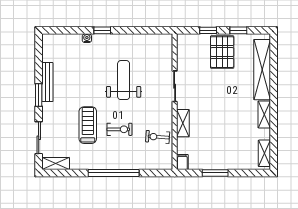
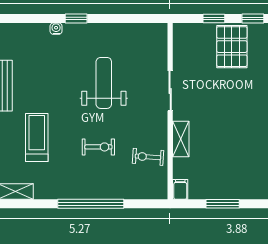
treadmill: (88, 125) -> (37, 137), moved

